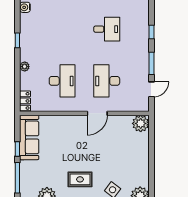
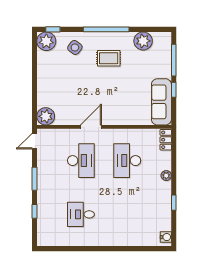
door: (151, 89) -> (34, 141), moved

